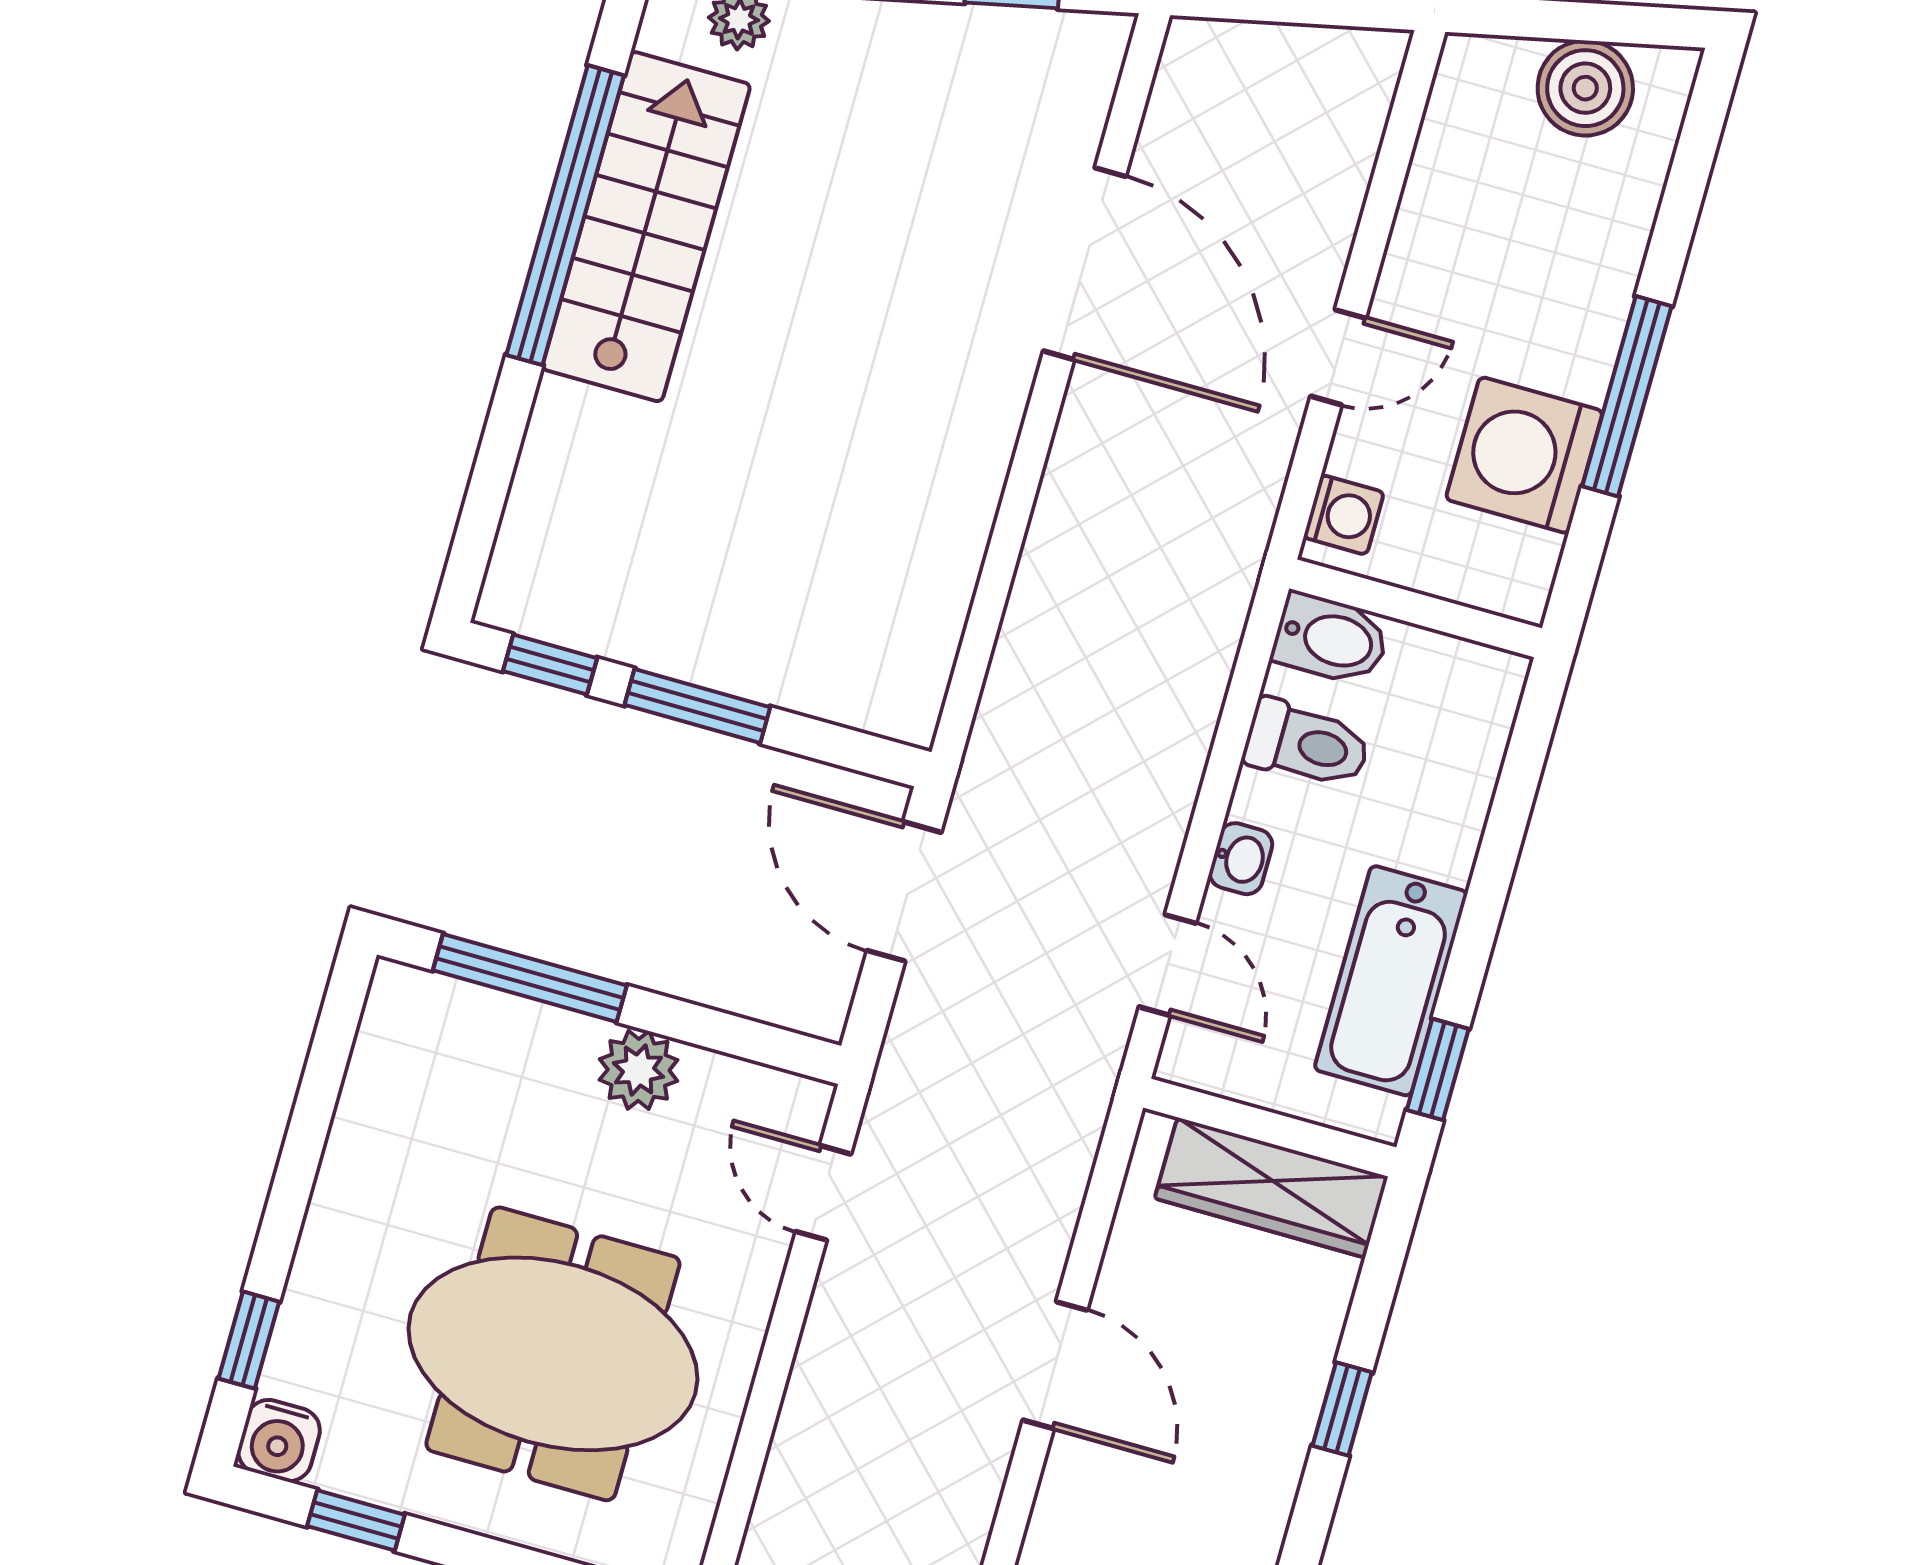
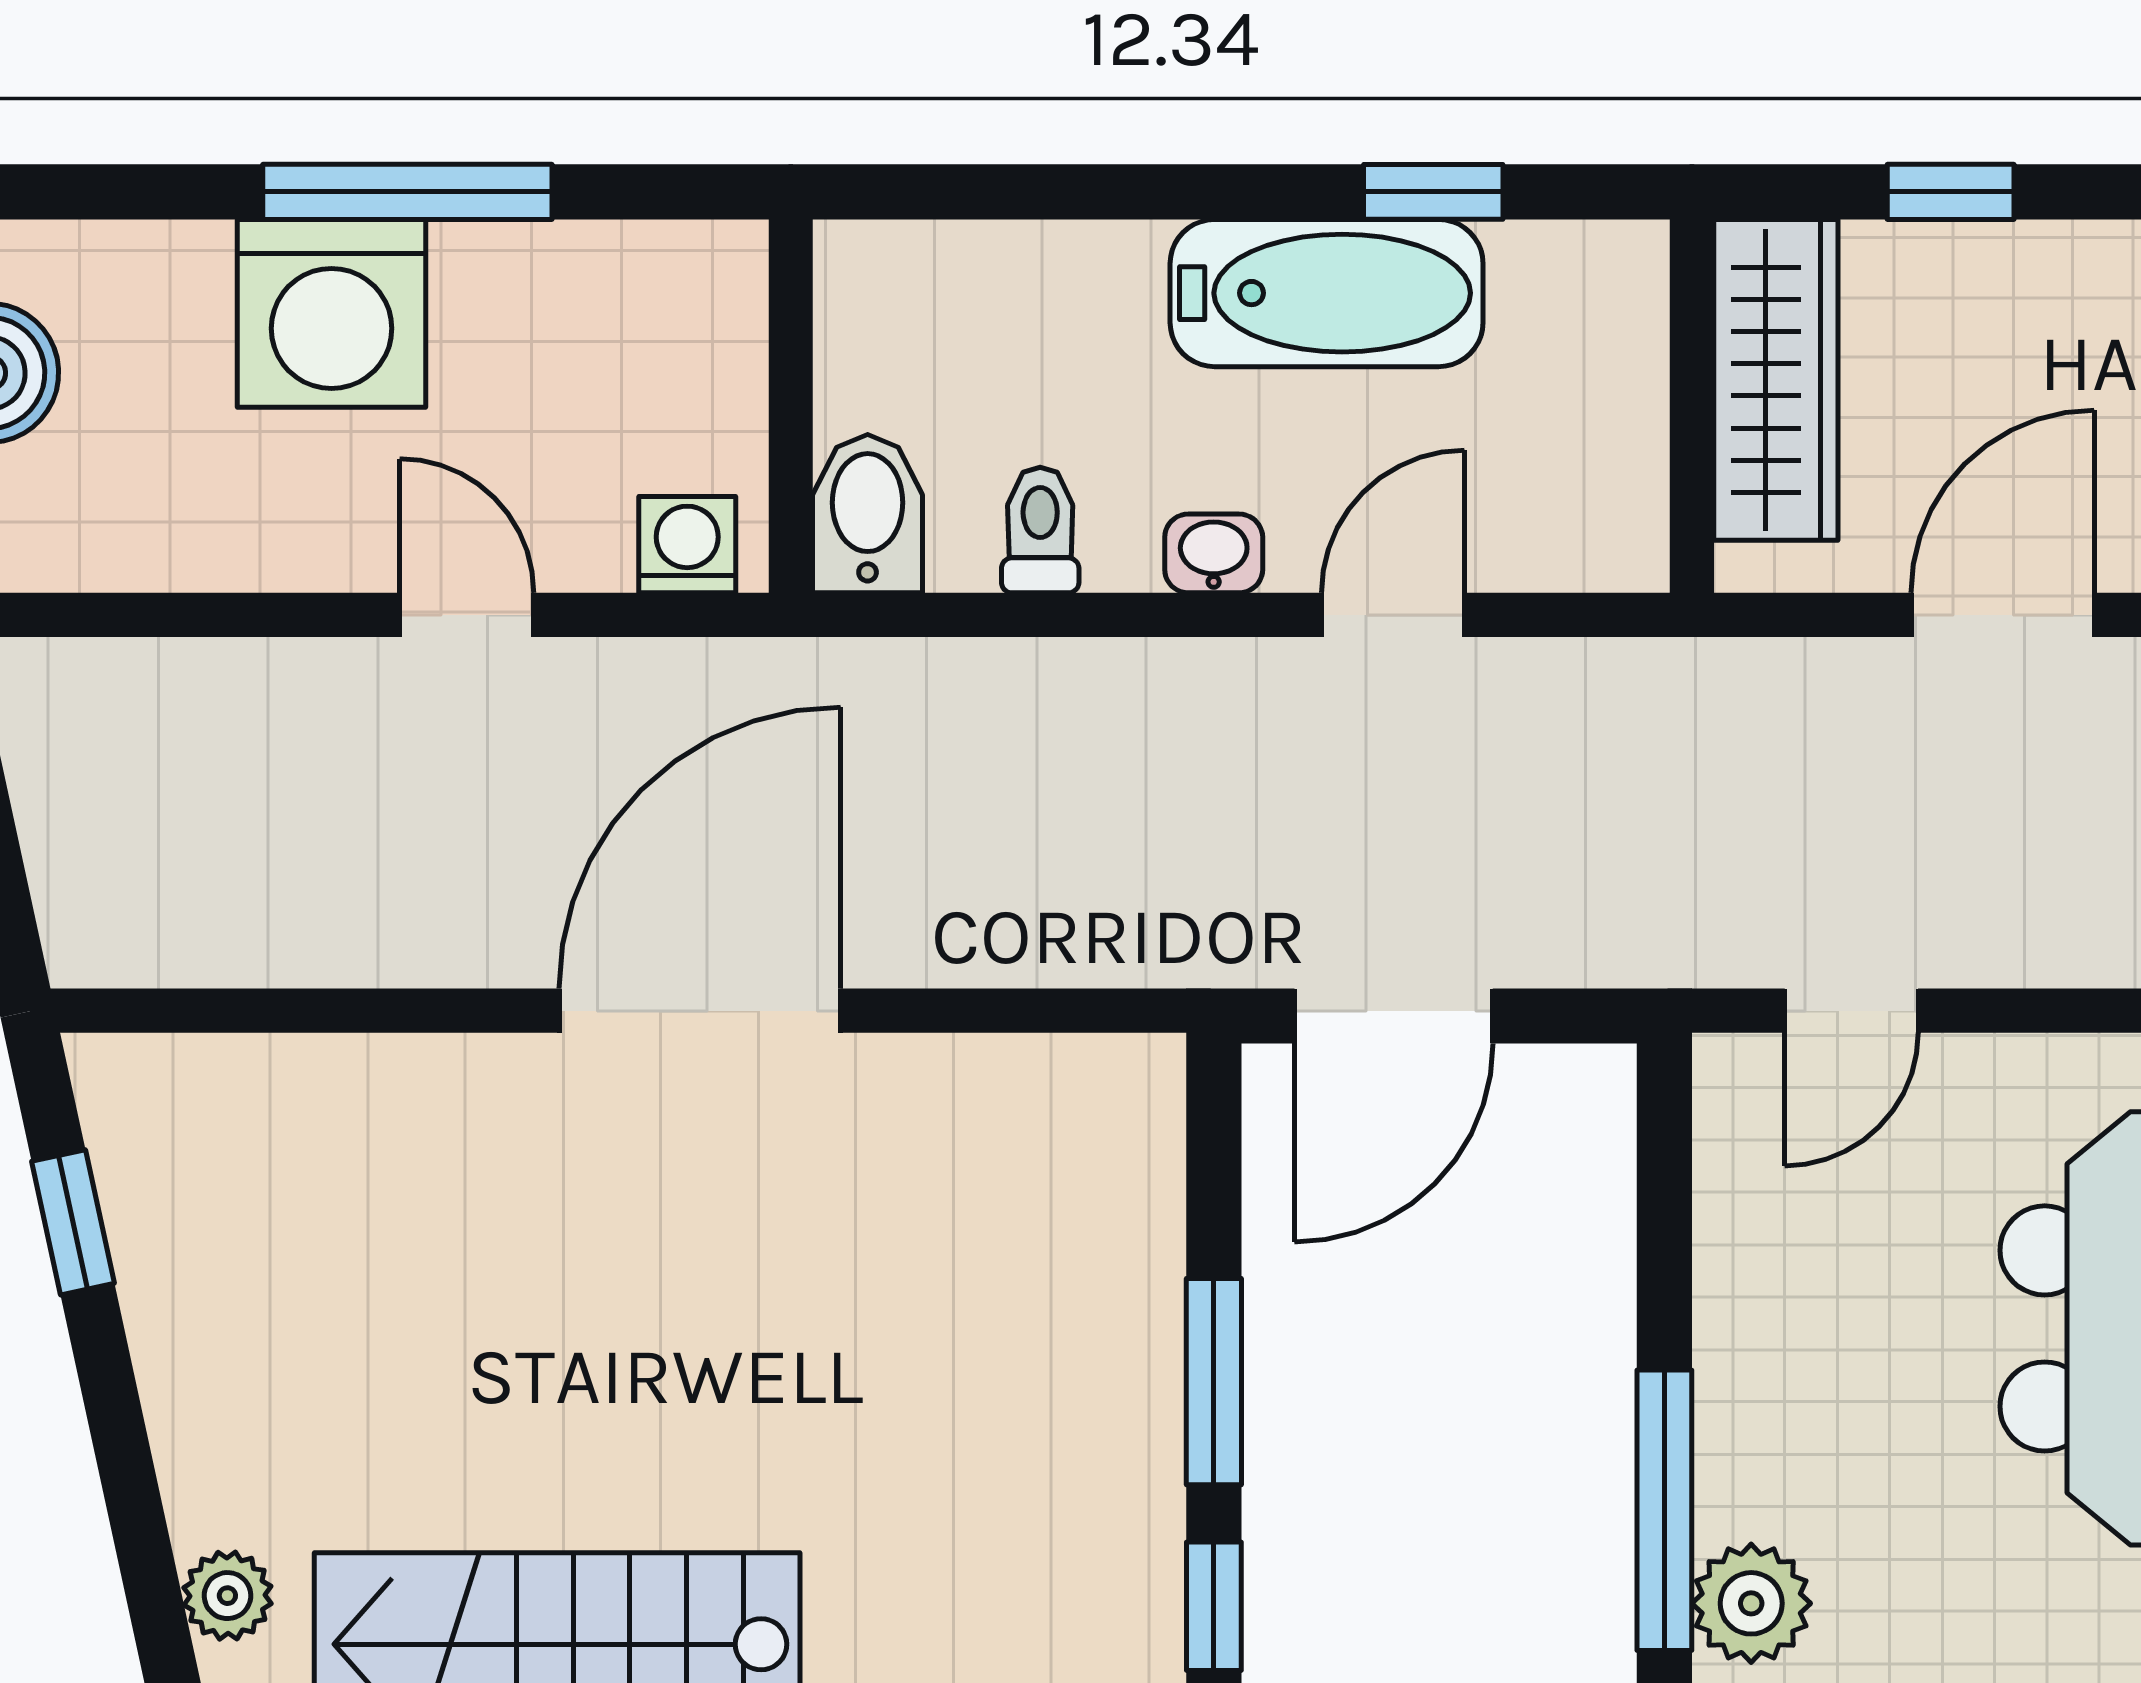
door: (1085, 264) -> (700, 1011), moved
washing machine: (1524, 455) -> (332, 313), moved
toilet: (1307, 744) -> (1040, 530), width x0.73, depth x0.72
plant: (639, 1070) -> (1751, 1603), moved
wall: (1270, 1127) -> (1692, 406), moved
wardrobe: (1271, 1188) -> (1776, 380), moved

